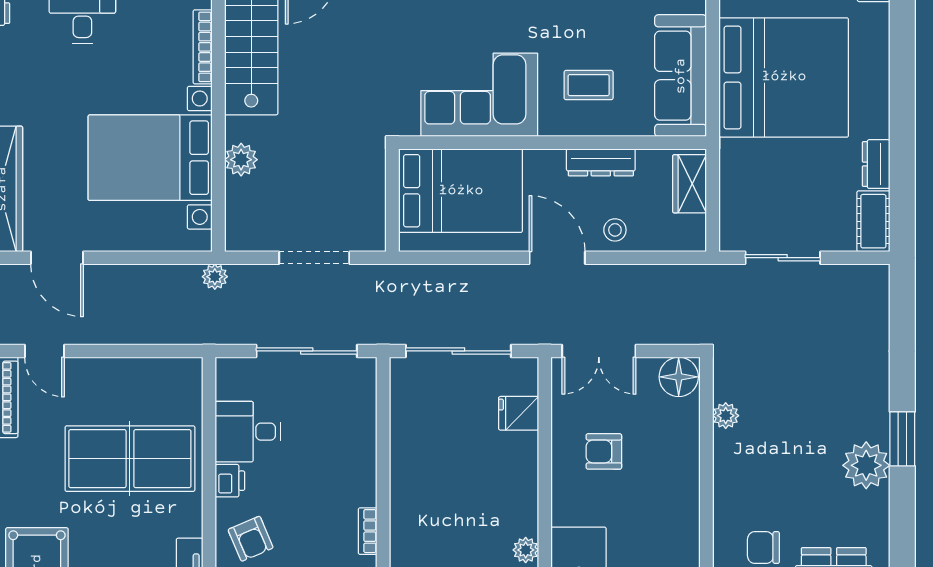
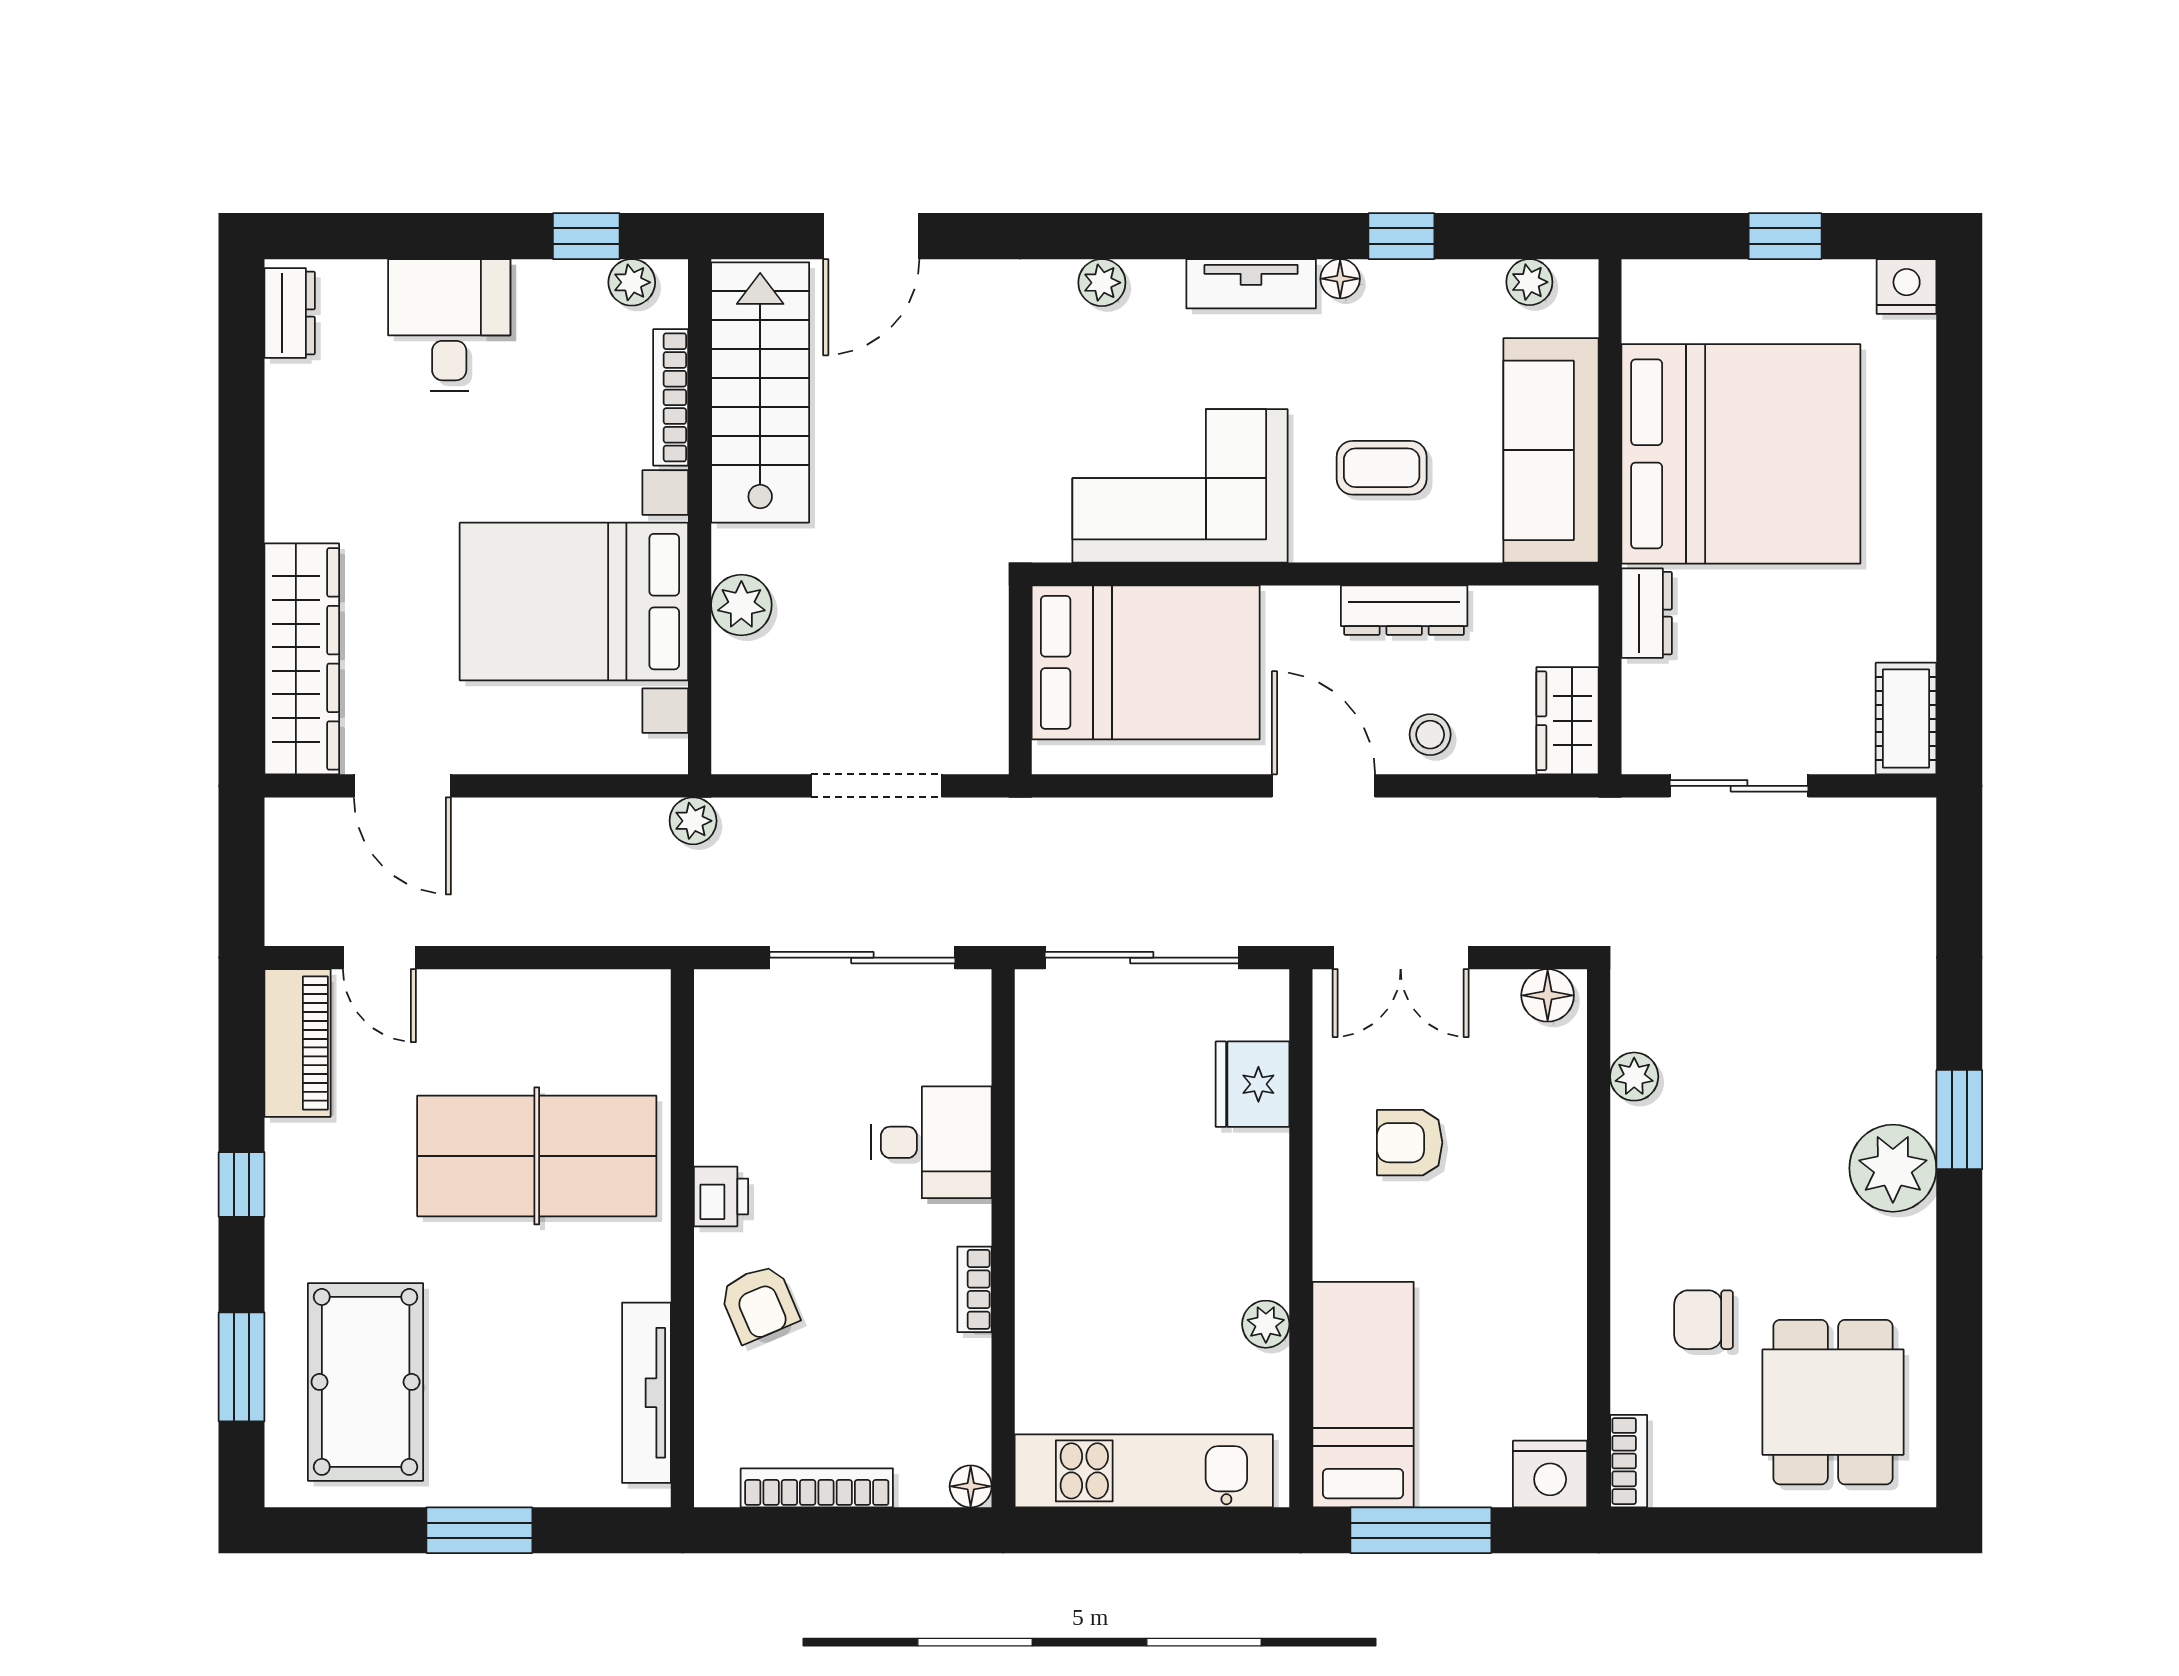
dresser: (876, 164) -> (1647, 613), moved, turned 180
wardrobe: (690, 184) -> (1567, 721), moved
floor lamp: (679, 377) -> (1548, 995), width x0.73, depth x0.73
fridge: (519, 413) -> (1253, 1084), width x1.38
desk: (248, 432) -> (931, 1142), moved, turned 180

